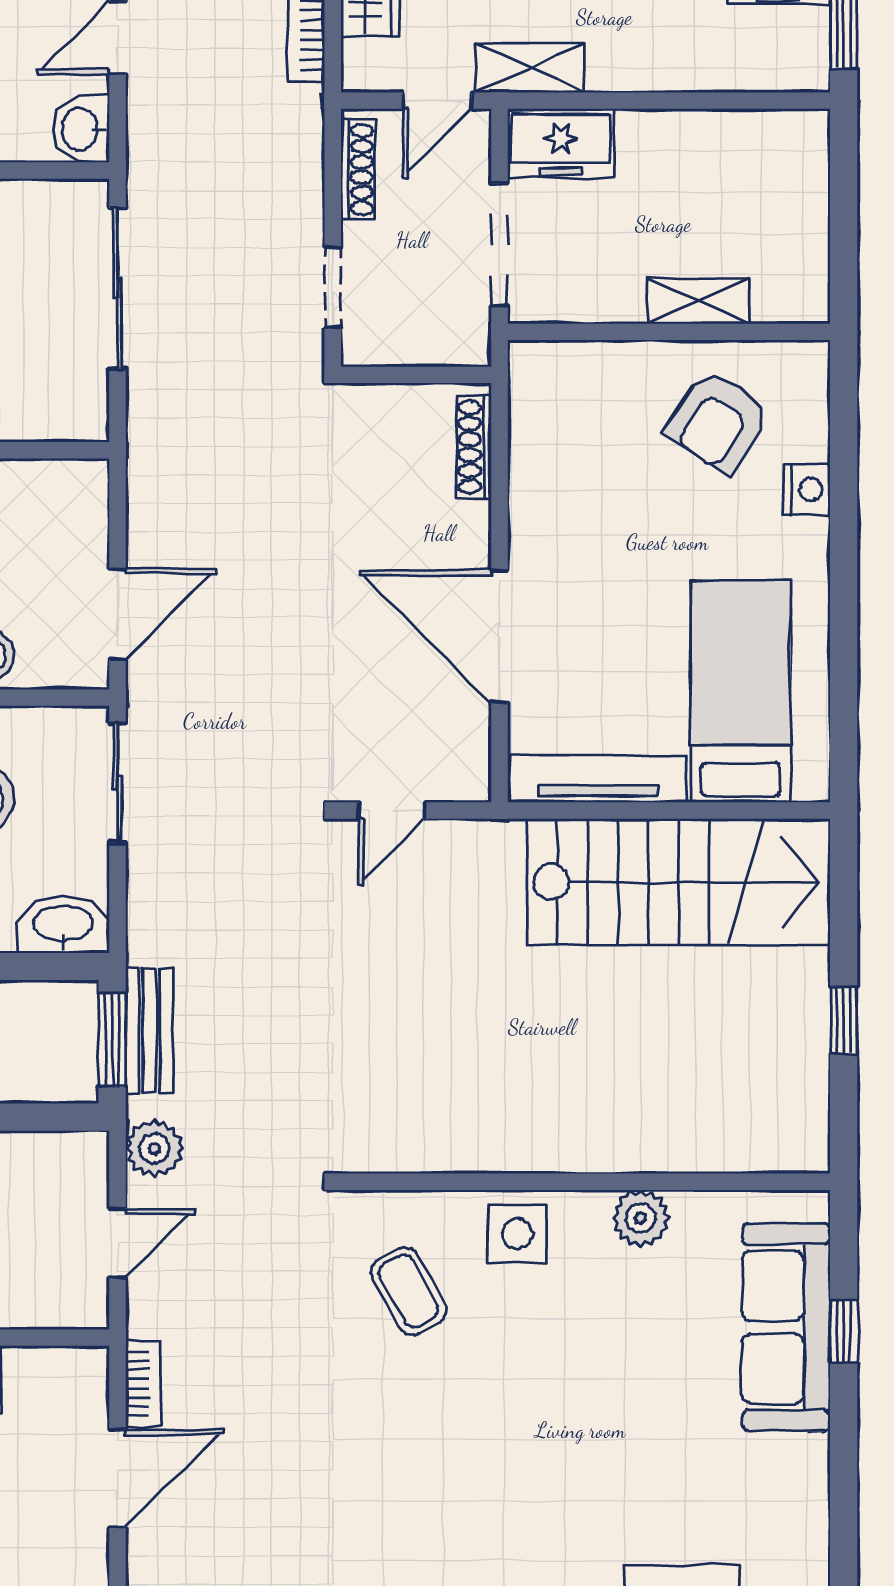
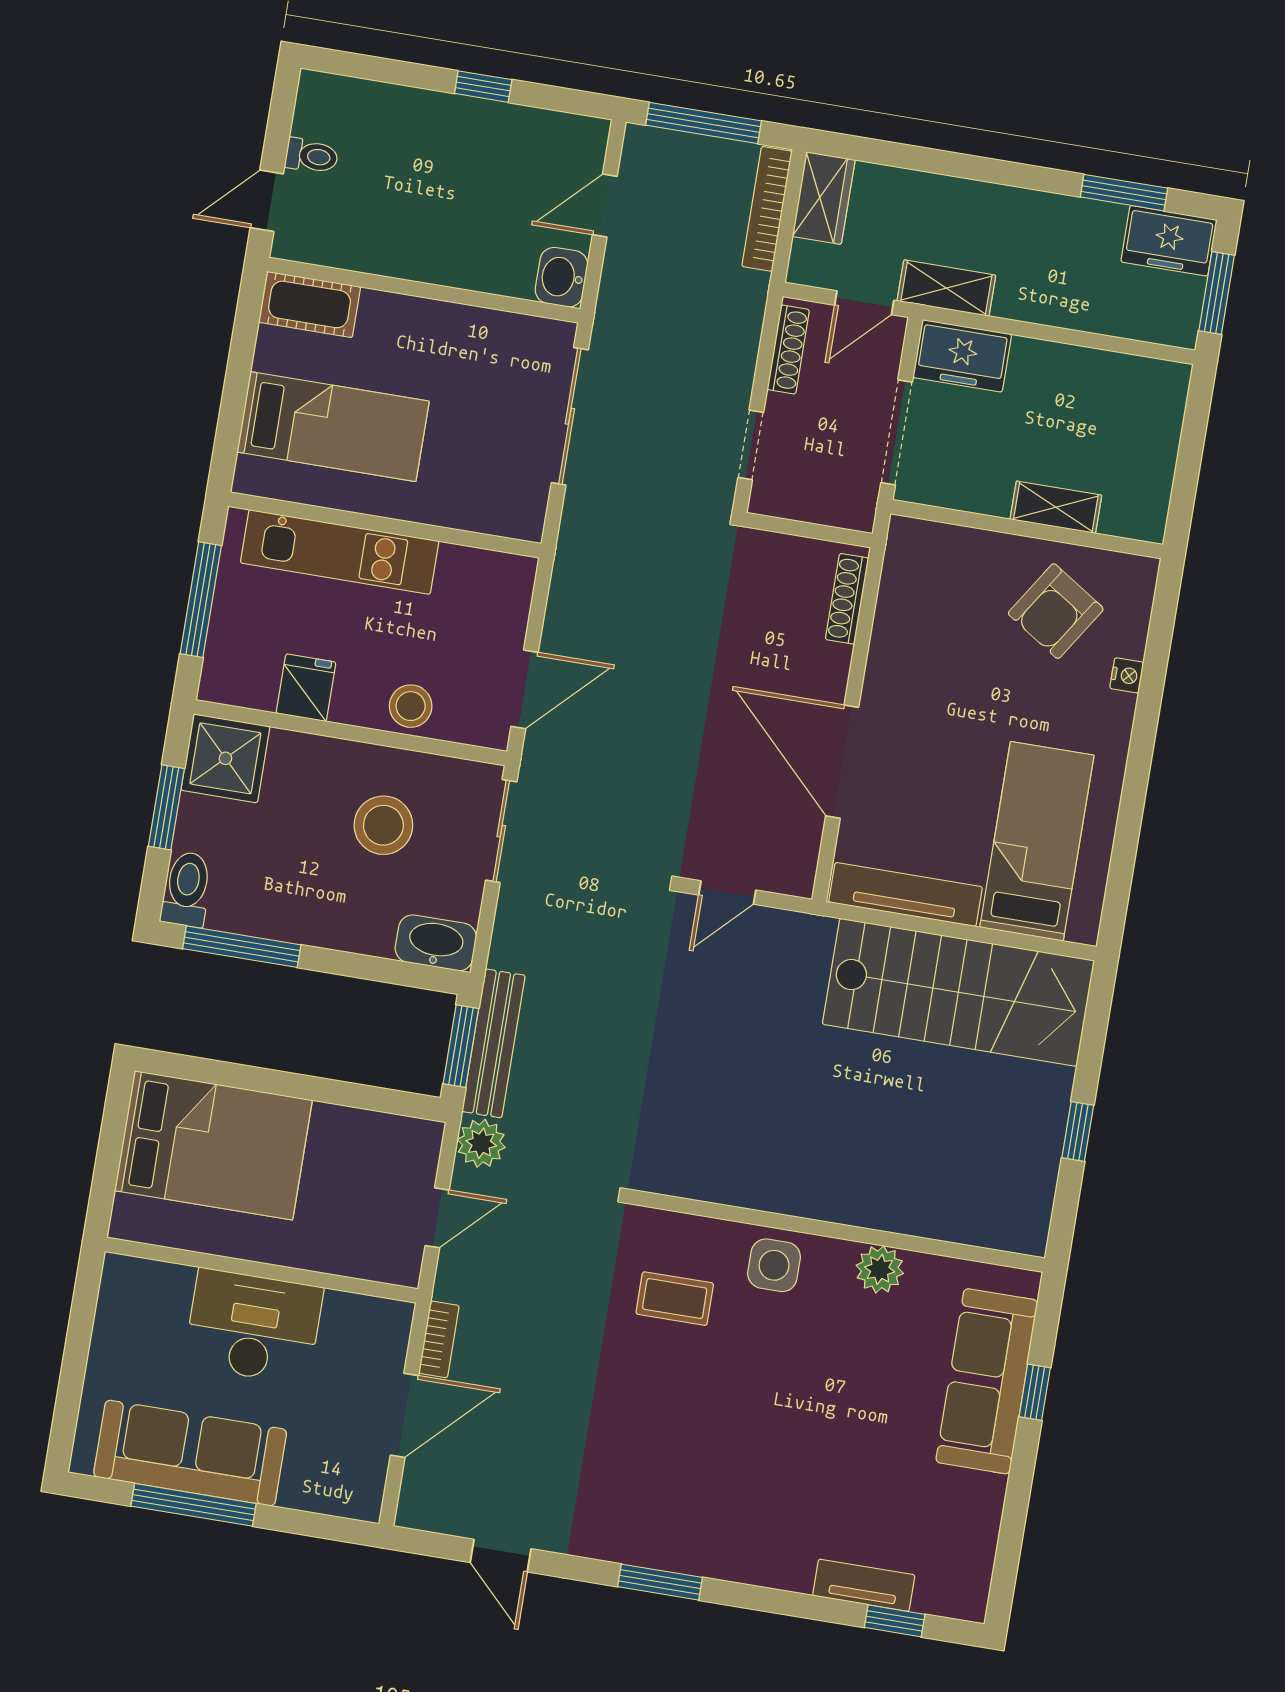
nightstand: (807, 489) -> (1127, 675), width x0.72, depth x0.74
bench: (149, 1030) -> (493, 1043), width x1.36
coffee table: (408, 1291) -> (675, 1299), turned -61

